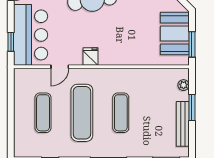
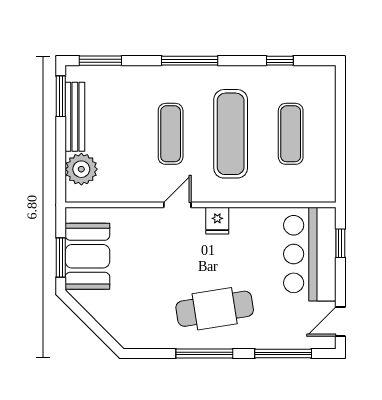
window: (192, 44) -> (61, 257), moved
door: (60, 67) -> (177, 205), moved
plant: (184, 85) -> (81, 169), width x1.88, depth x1.88
window: (192, 108) -> (61, 96), moved

